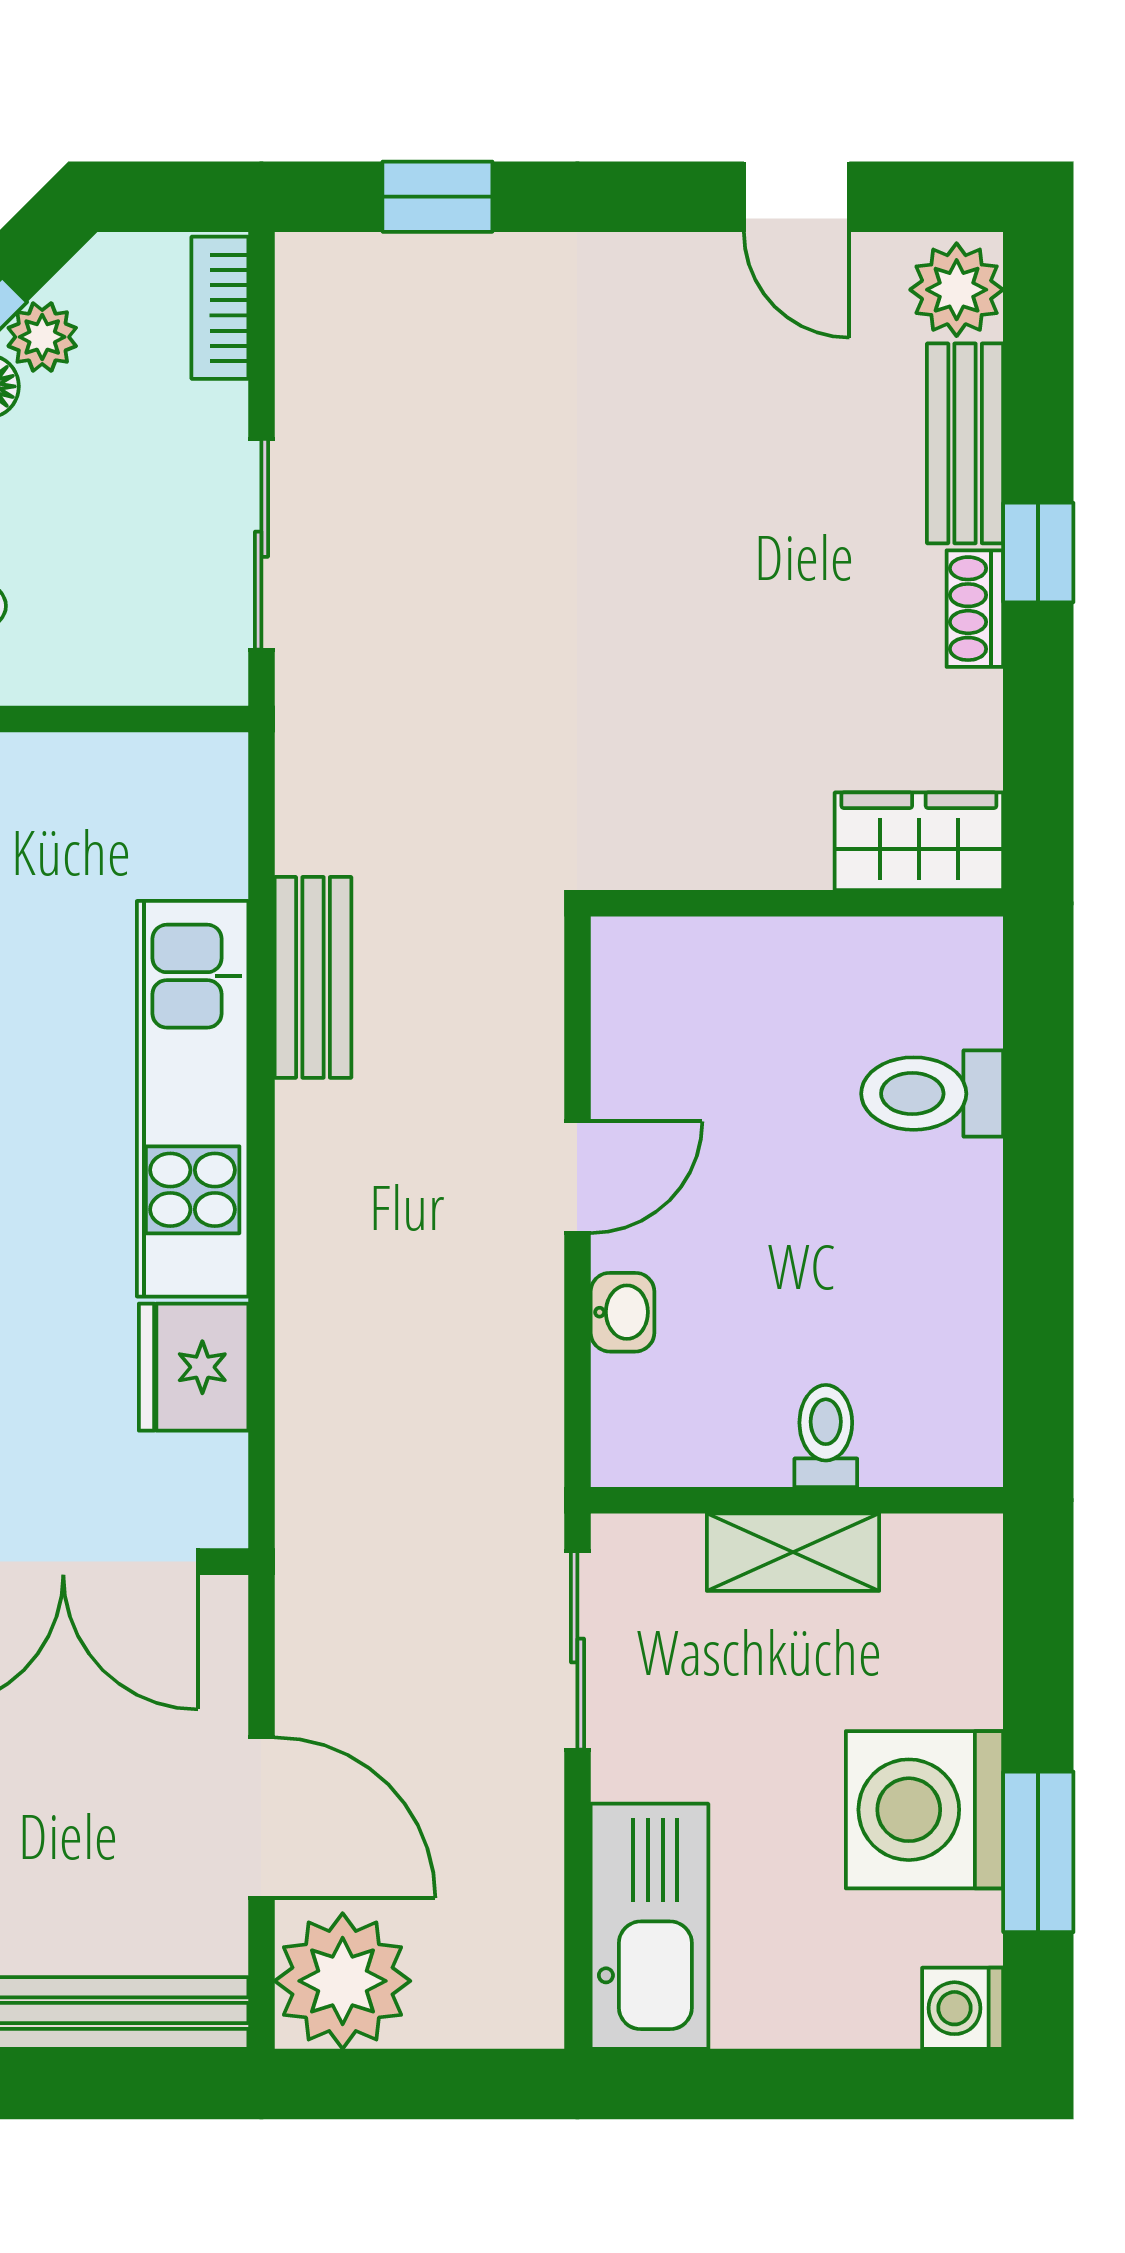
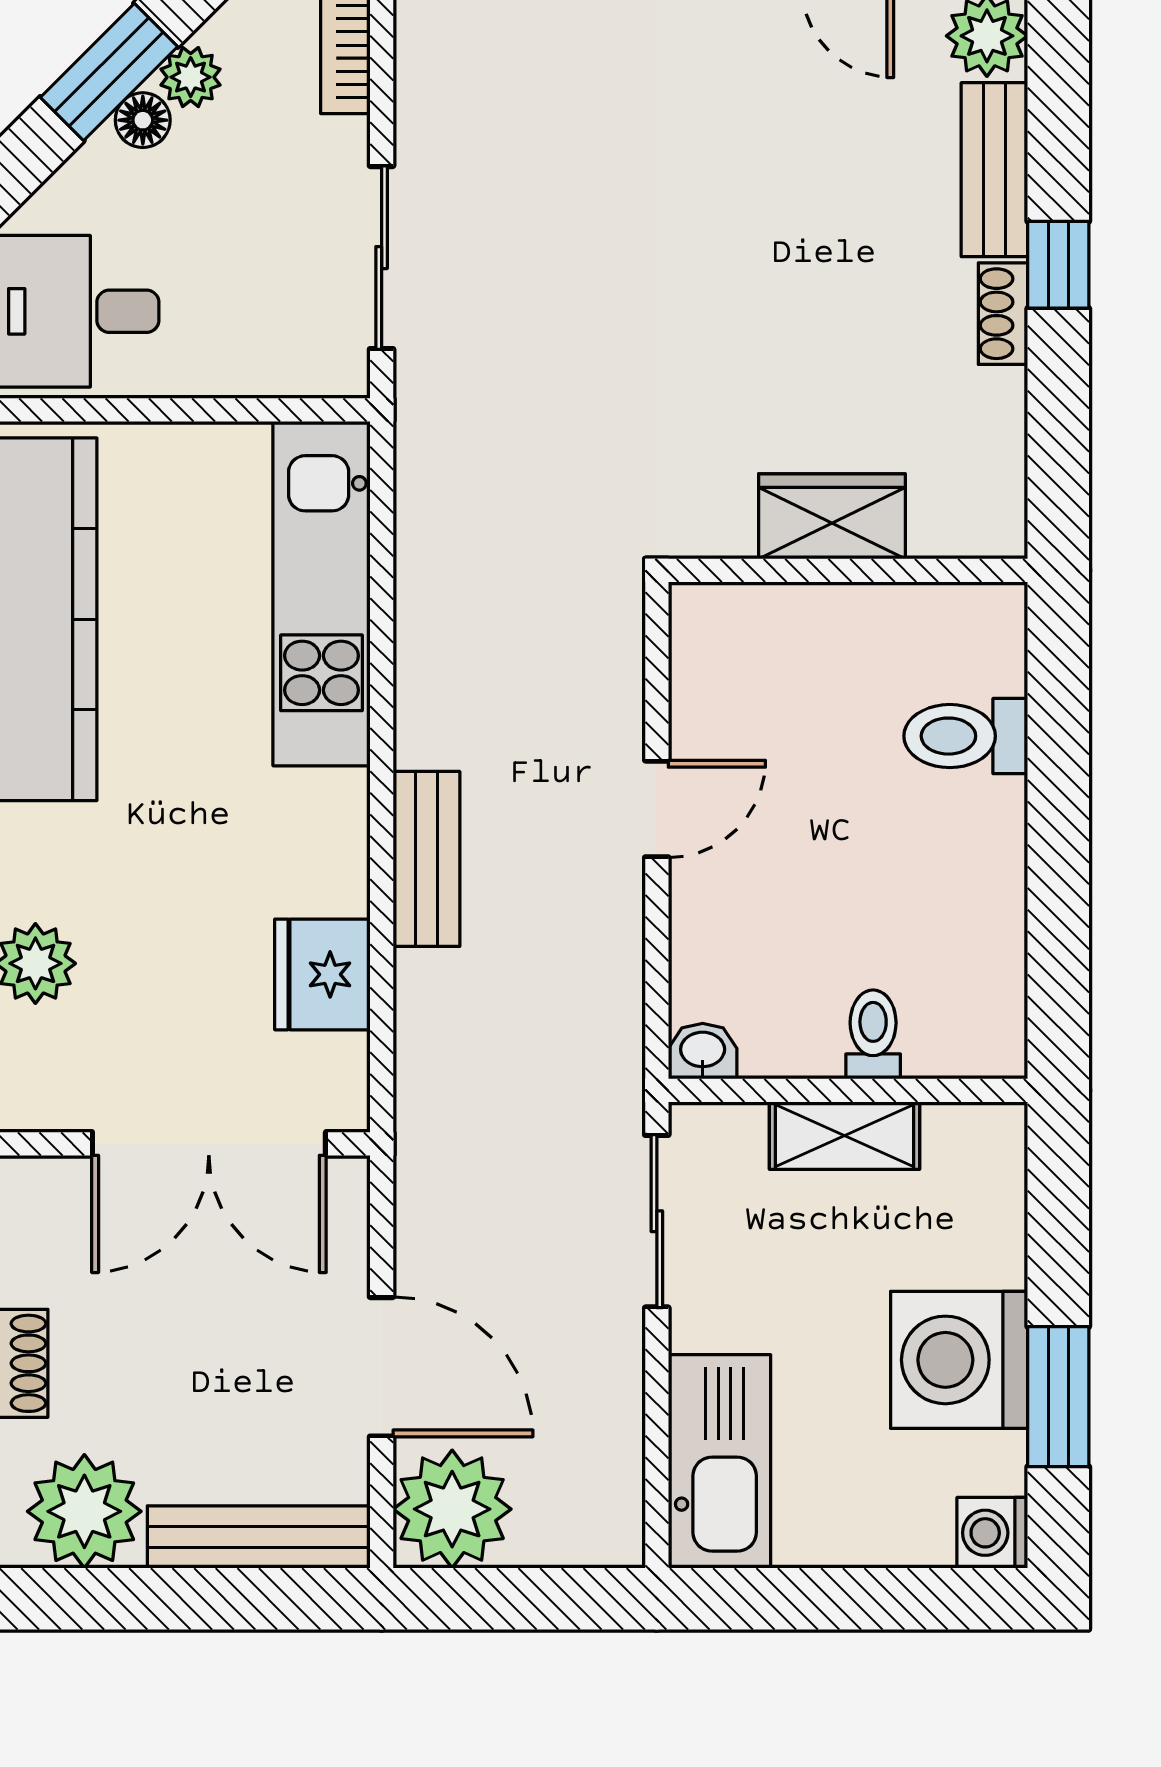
wardrobe: (919, 841) -> (832, 516), moved
bench: (313, 977) -> (426, 859), moved
kitchen unit: (193, 1099) -> (322, 594), moved
washbasin: (622, 1312) -> (703, 1051), moved, turned -90

